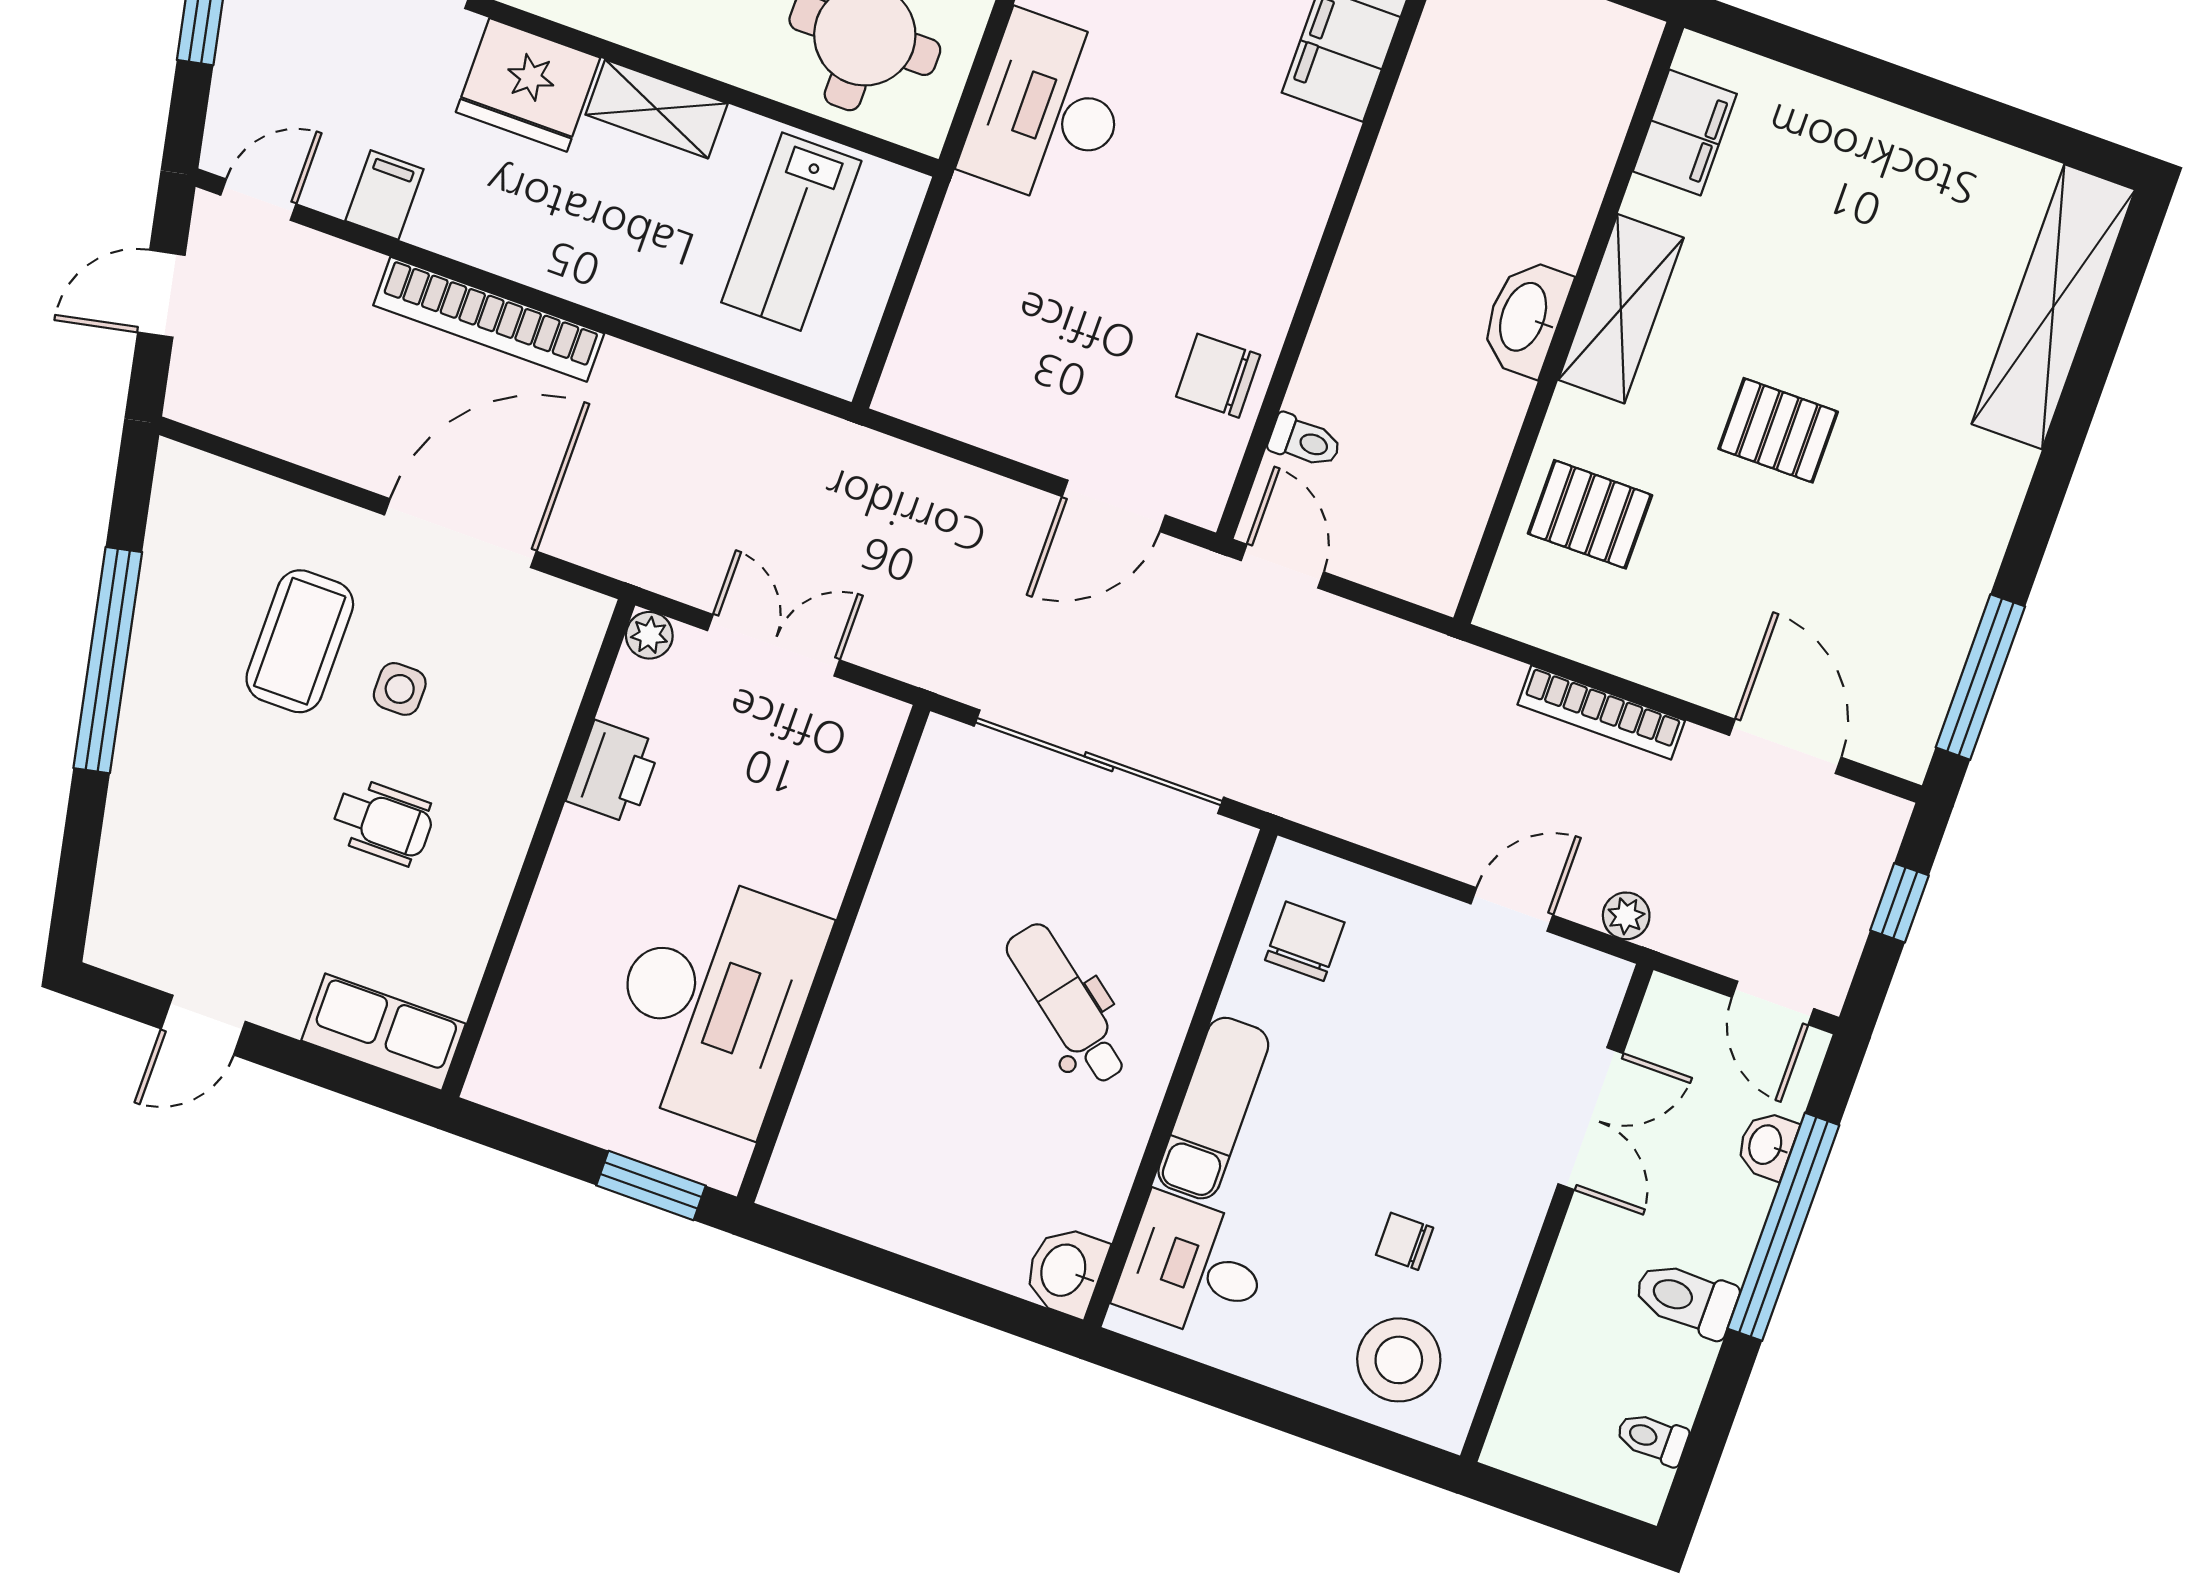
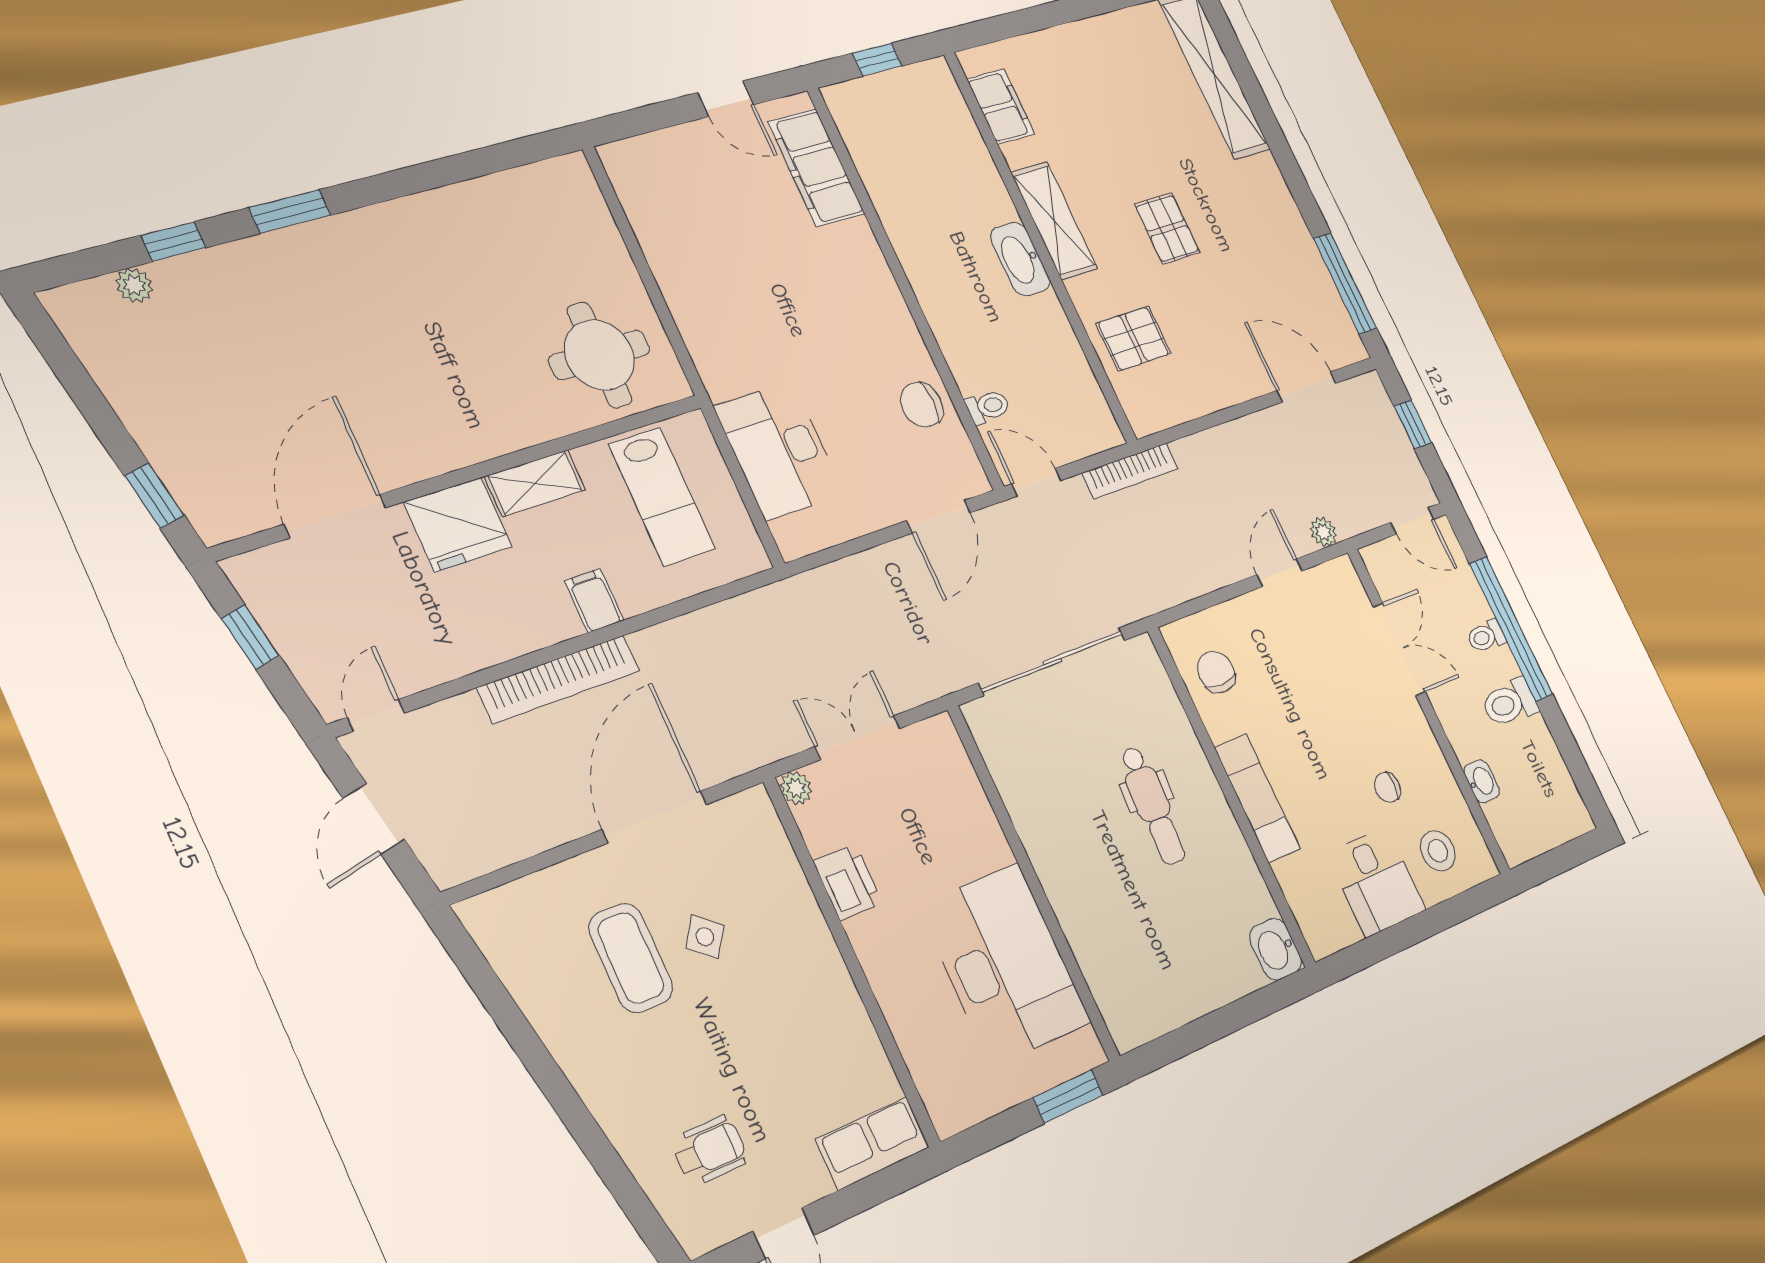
desk: (1048, 110) -> (779, 450), moved
filing cabinet: (384, 195) -> (594, 601), moved
pallet: (1778, 430) -> (1167, 228), turned 90
window: (108, 660) -> (542, 1067), removed
side table: (400, 689) -> (705, 937), turned 38
bookcase: (1601, 712) -> (1130, 471), moved
wheelchair: (383, 822) -> (710, 1151), moved
dental chair: (1067, 1004) -> (1152, 805), turned -125
washbasin: (1767, 1145) -> (1482, 781), moved, turned 180
desk: (1193, 1268) -> (1376, 882), moved, turned -90
stool: (1399, 1360) -> (1438, 851), width x0.73, depth x0.73
toilet: (1652, 1438) -> (1486, 636), moved

